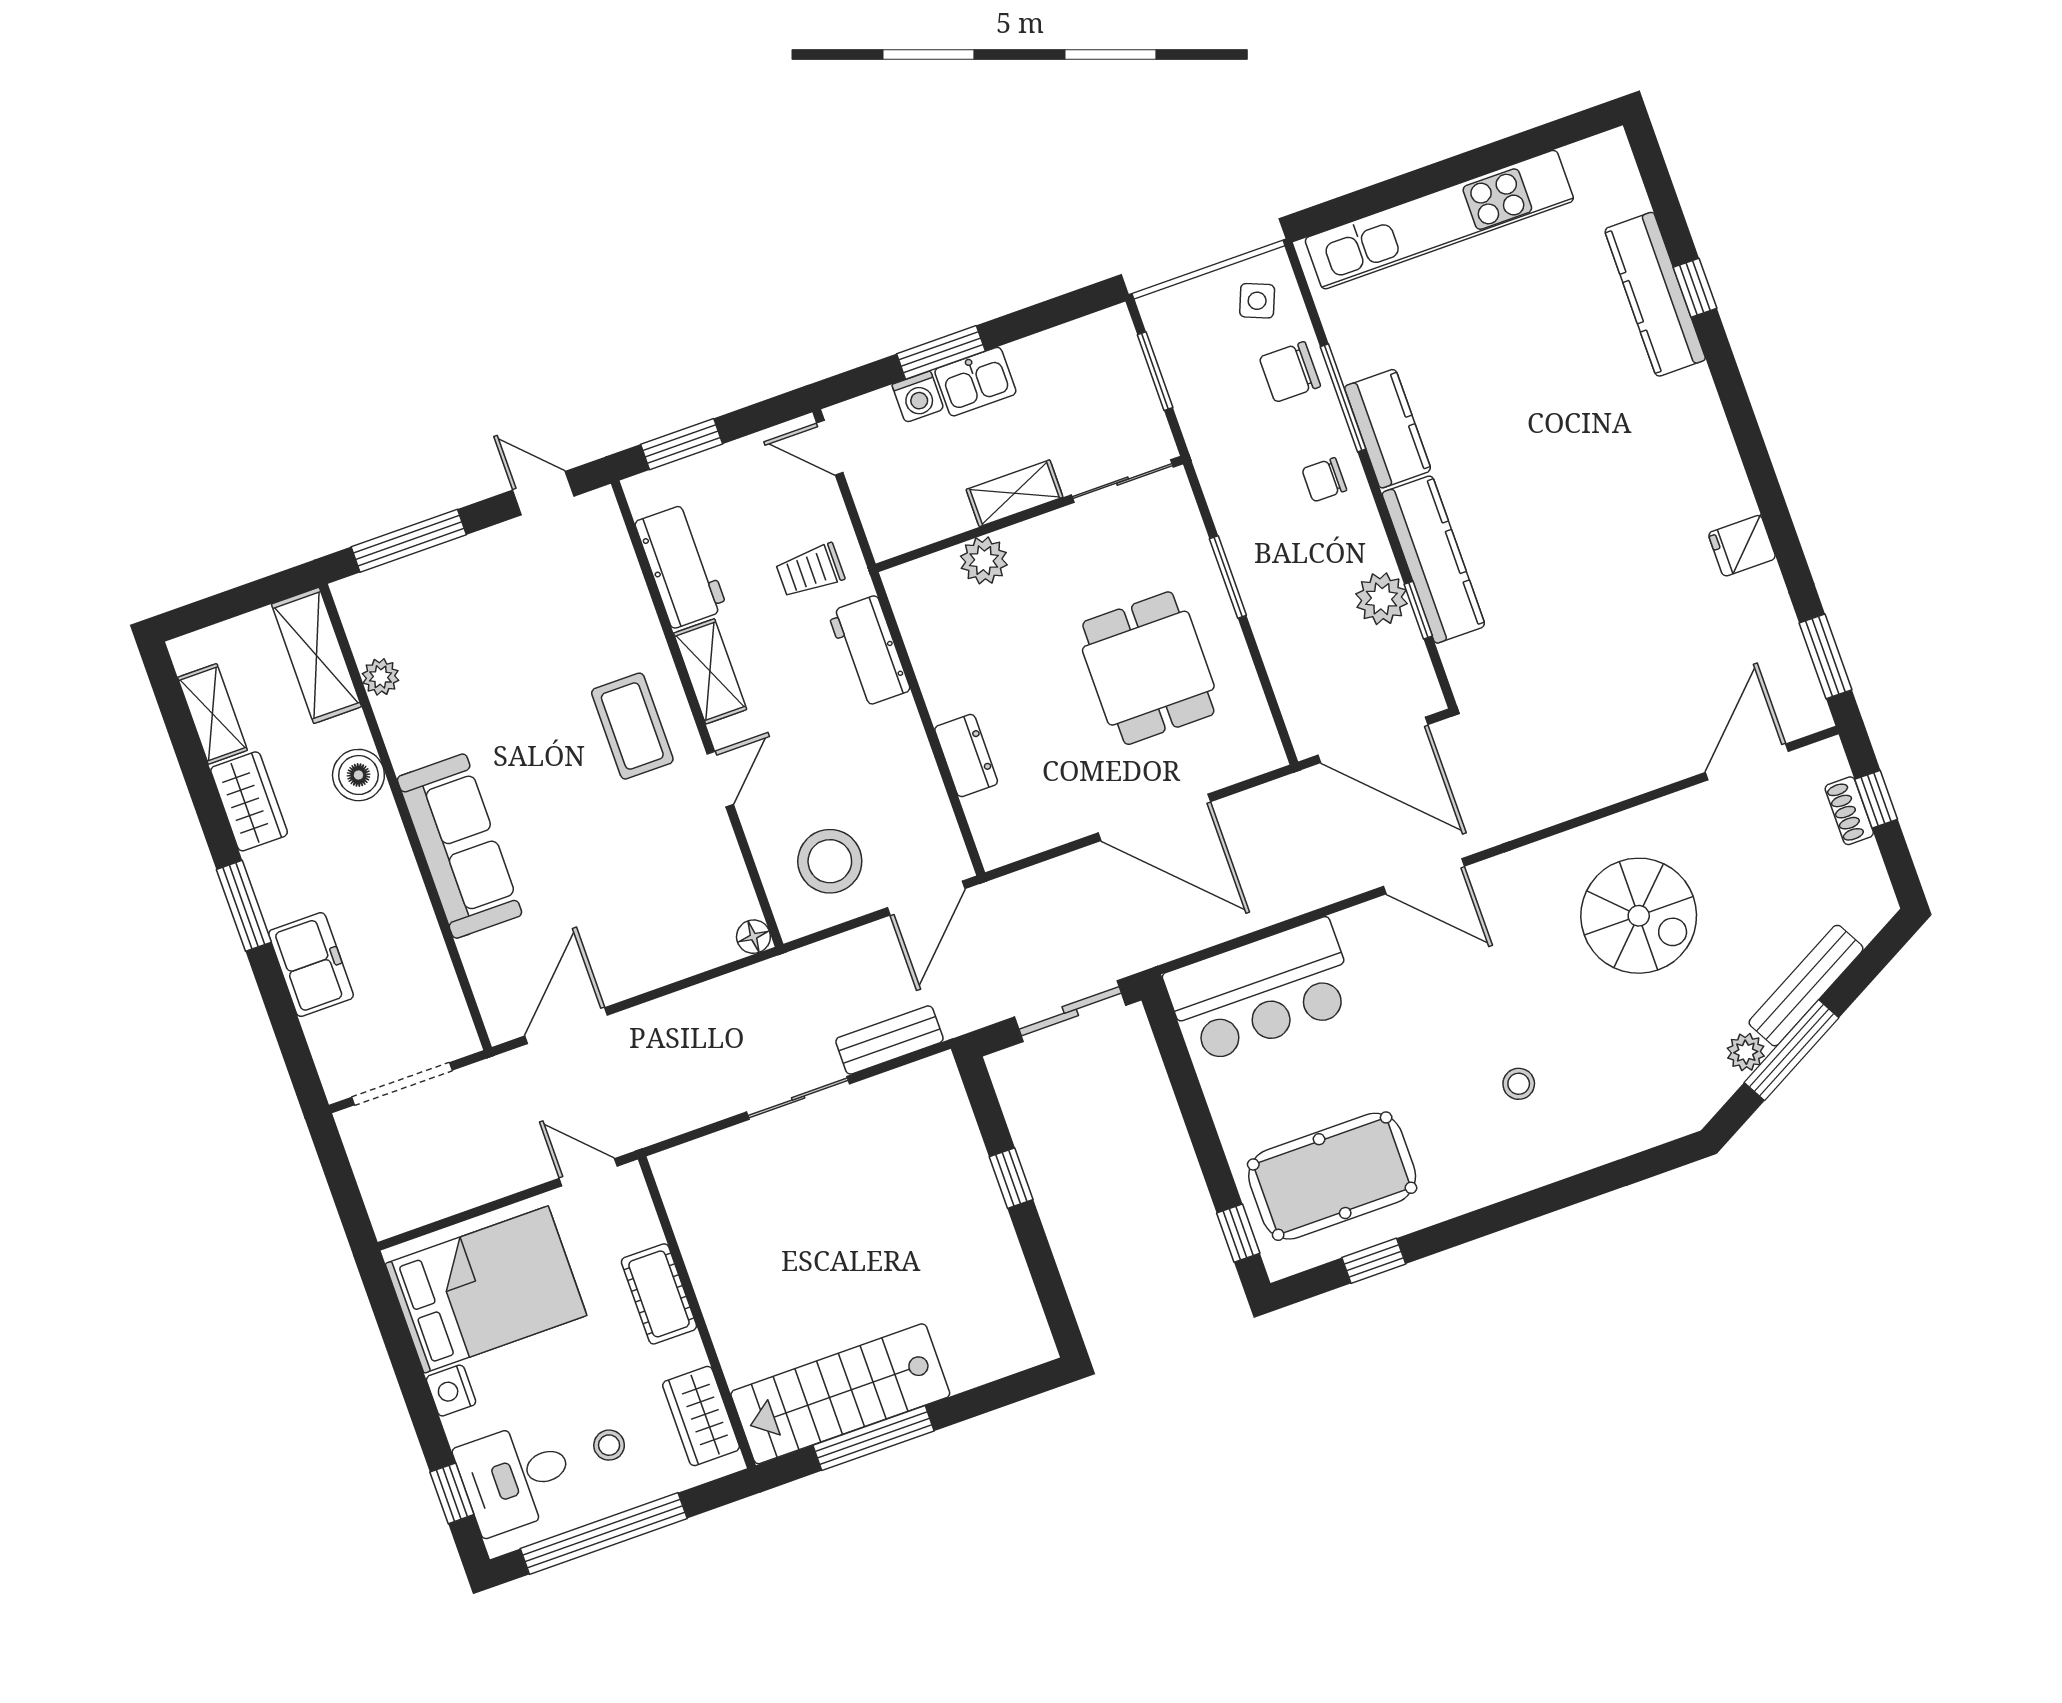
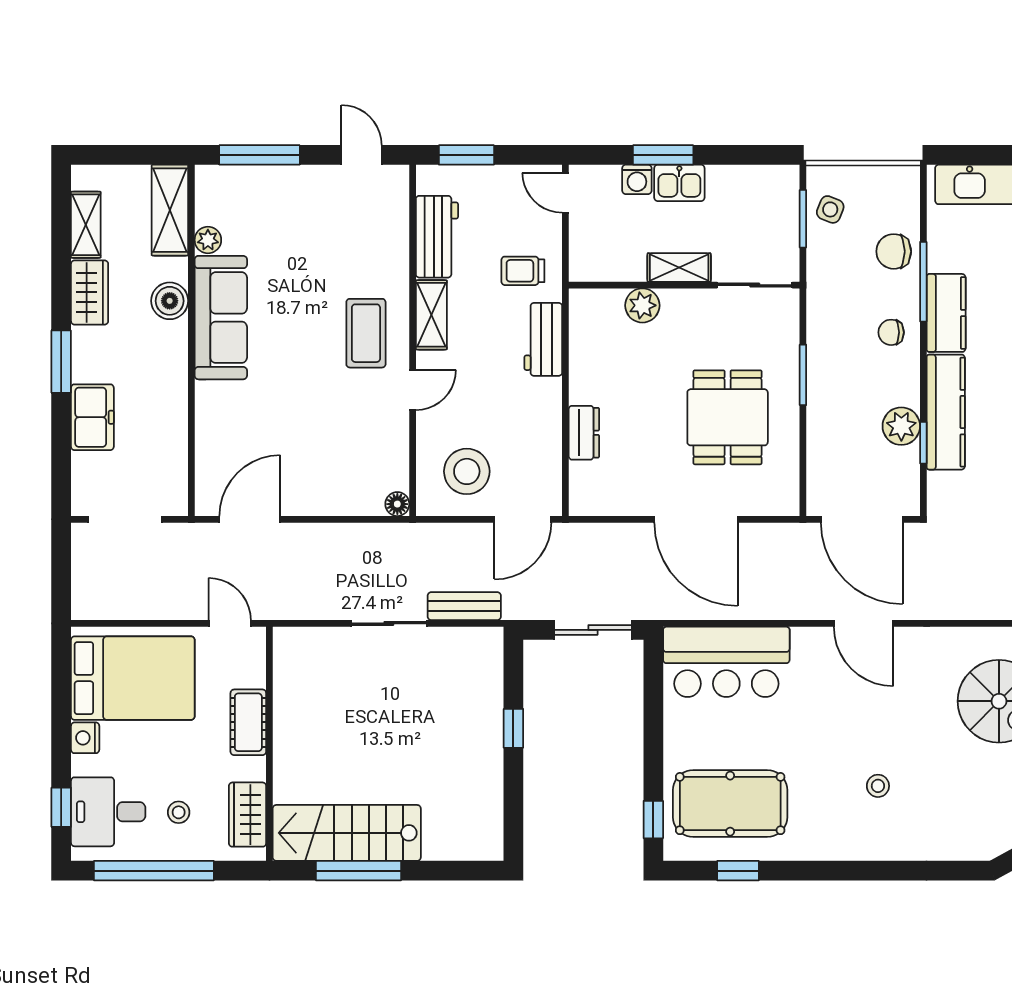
side table: (1257, 301) -> (830, 209), moved
sofa: (460, 846) -> (221, 318), moved

